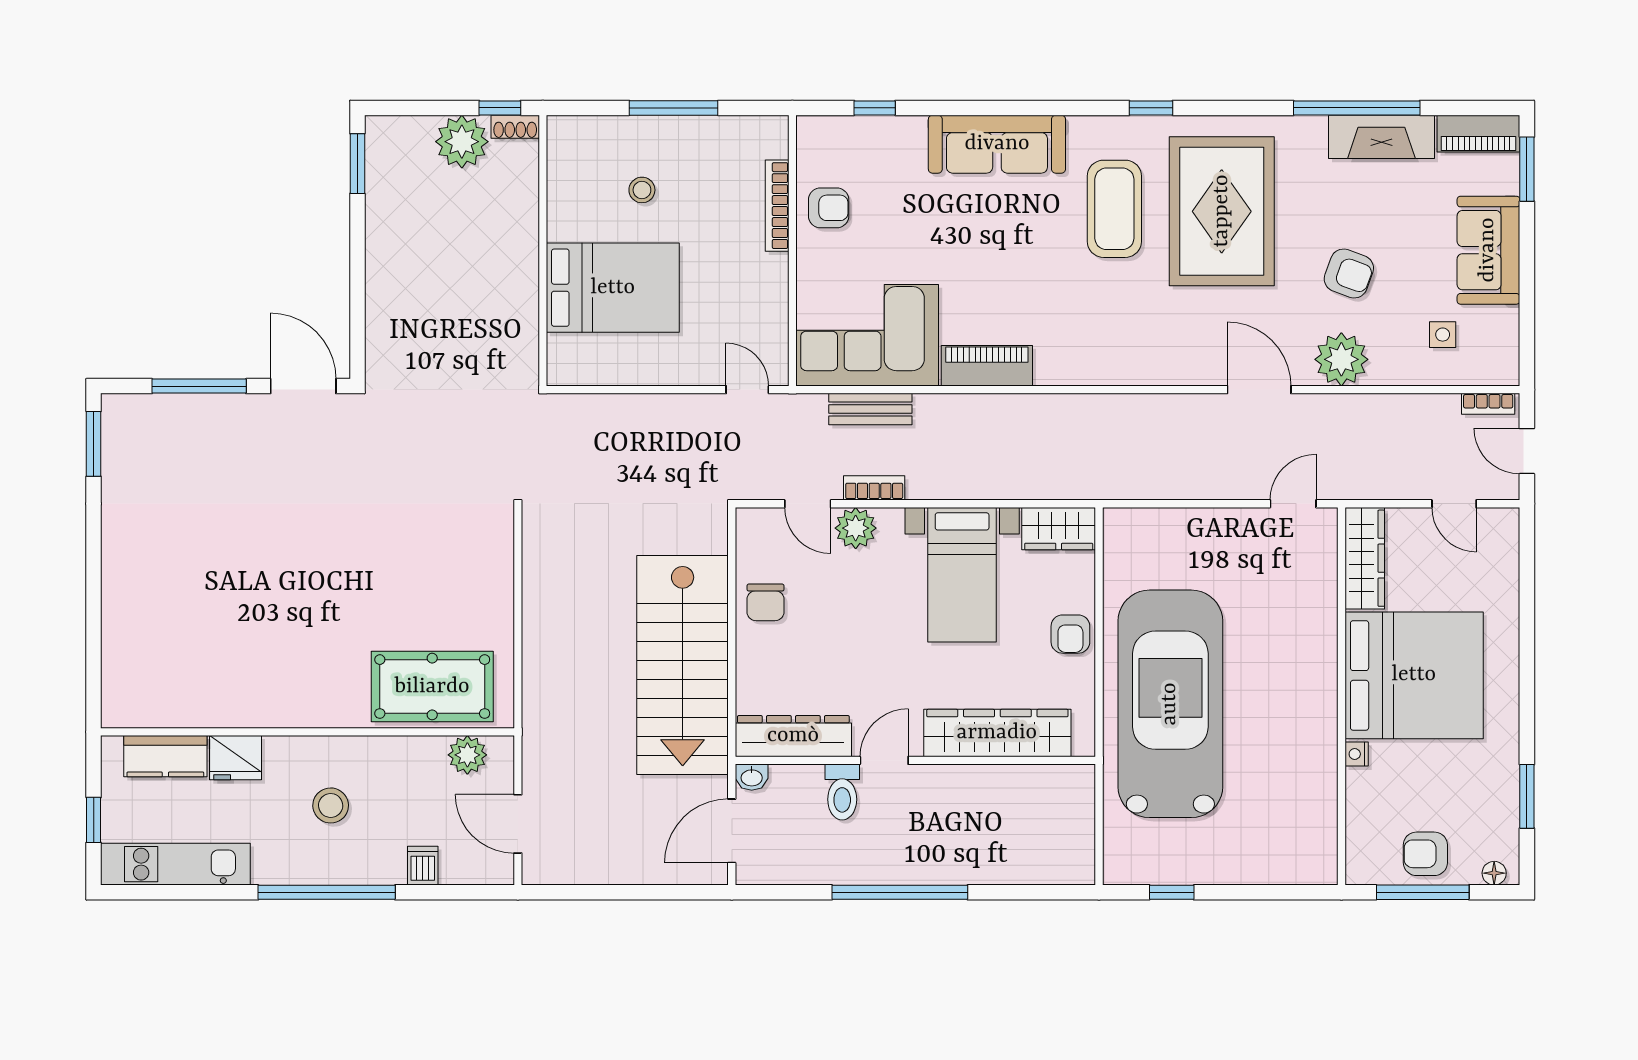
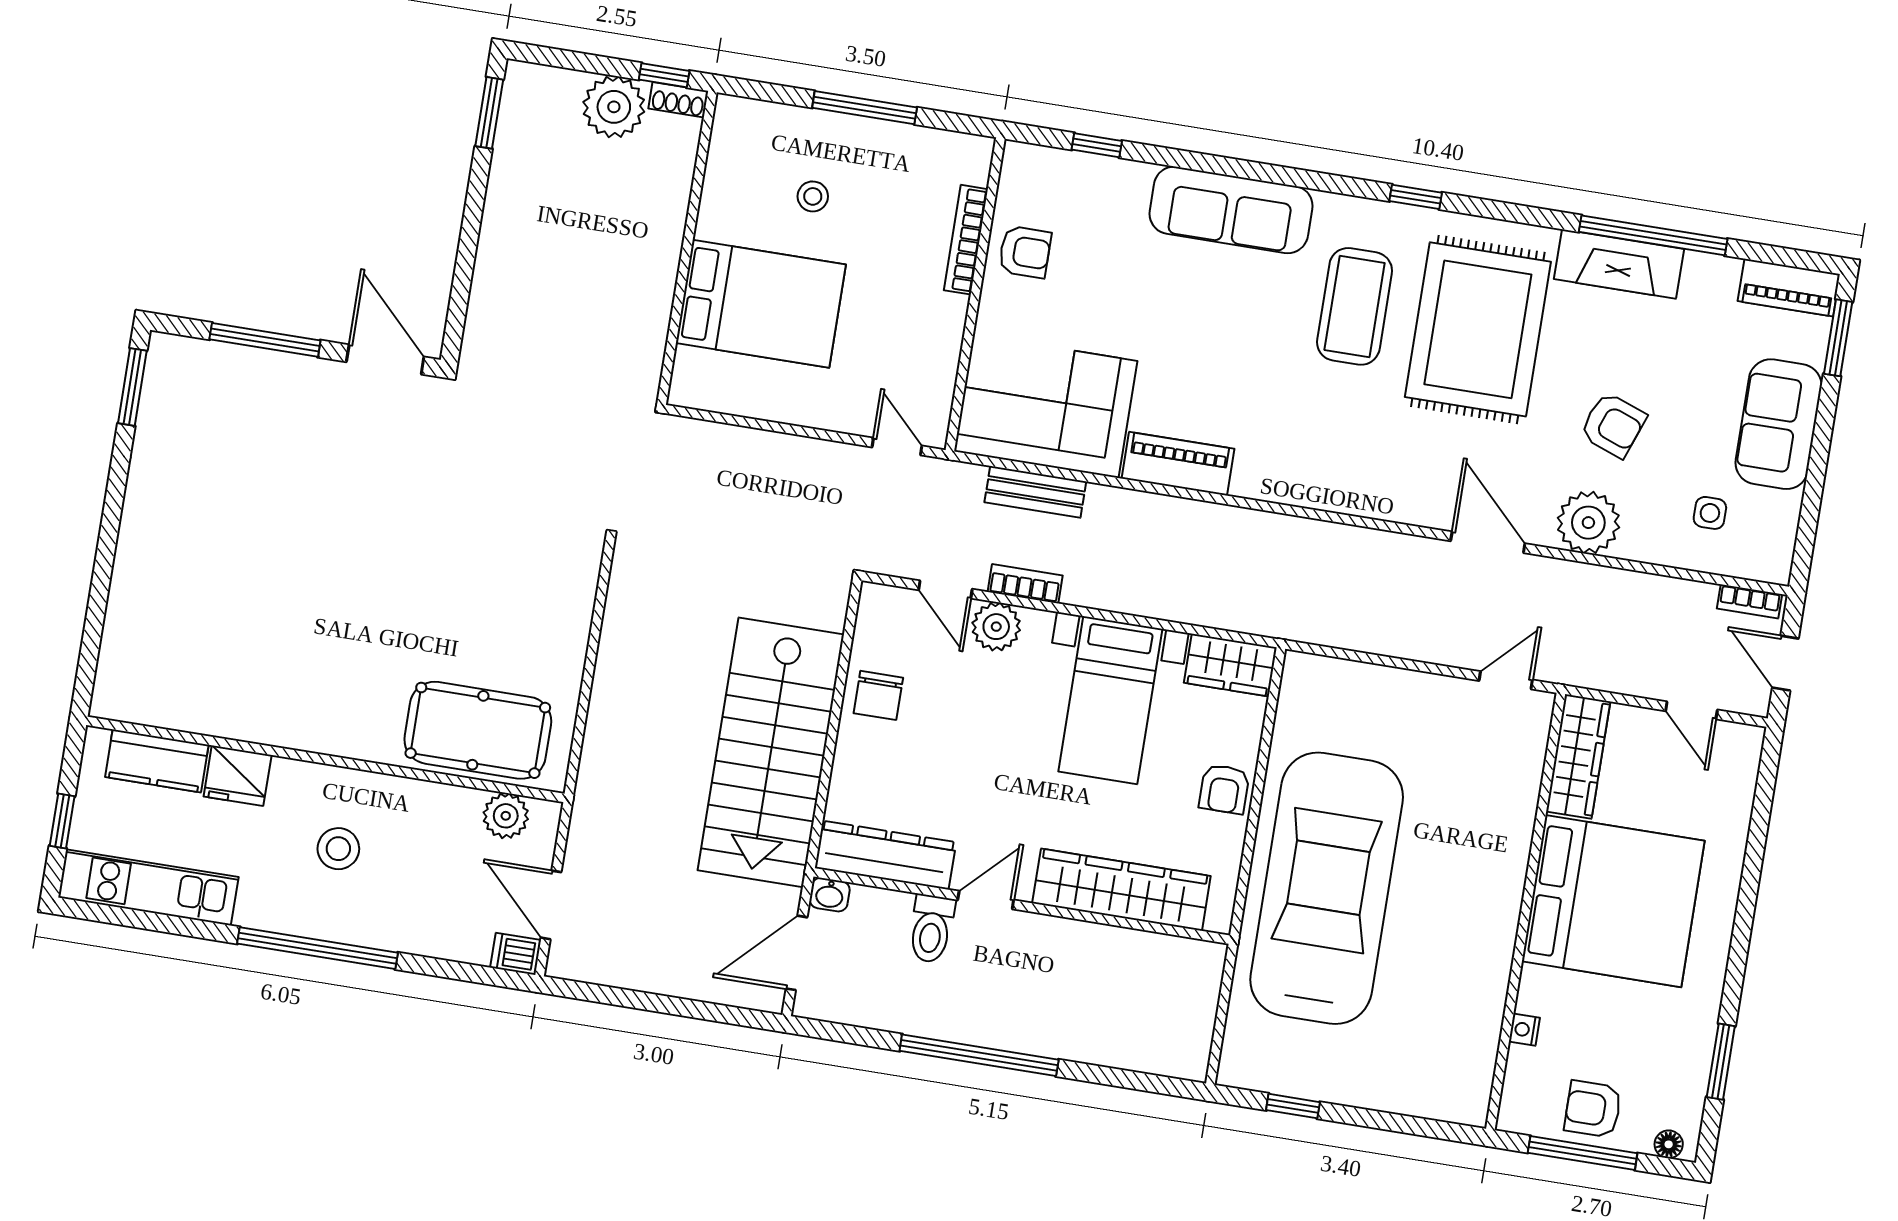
fireplace: (1381, 137) -> (1619, 264), moved
nightstand: (1357, 754) -> (1524, 1030), moved
dishwasher: (423, 866) -> (516, 954), moved, turned -90

